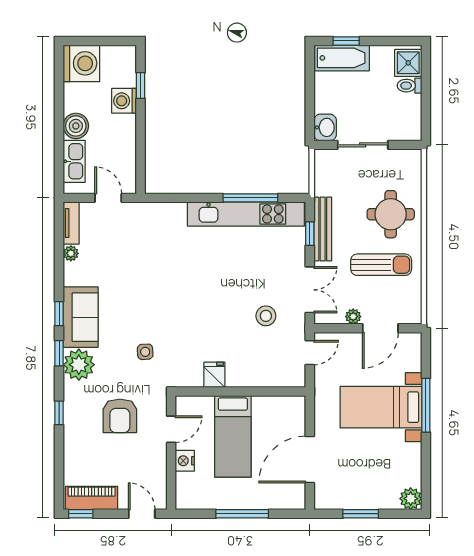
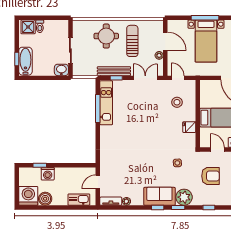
boiler: (76, 126) -> (45, 199), moved
kitchen unit: (246, 214) -> (106, 103), width x0.73
stool: (266, 316) -> (177, 102), moved

